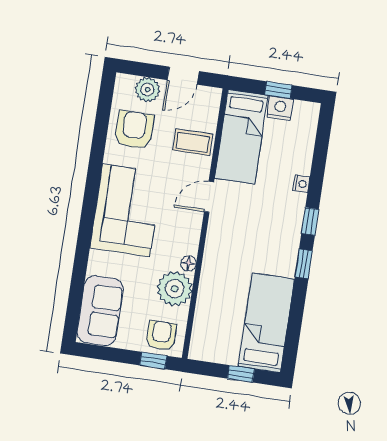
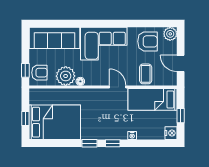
plant: (148, 90) -> (170, 34), moved
nightstand: (280, 108) -> (171, 133), moved
sofa: (100, 311) -> (54, 38), width x1.36
bed: (266, 323) -> (55, 122), width x1.50

